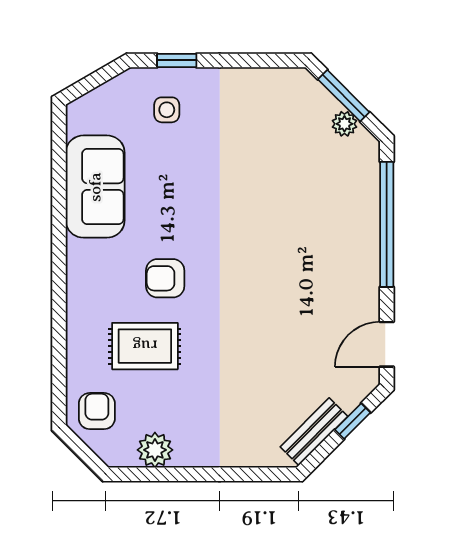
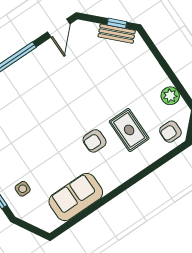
armchair: (165, 278) -> (95, 141), turned 90
door: (387, 344) -> (59, 28), hinge flipped
window: (353, 421) -> (117, 23), moved

